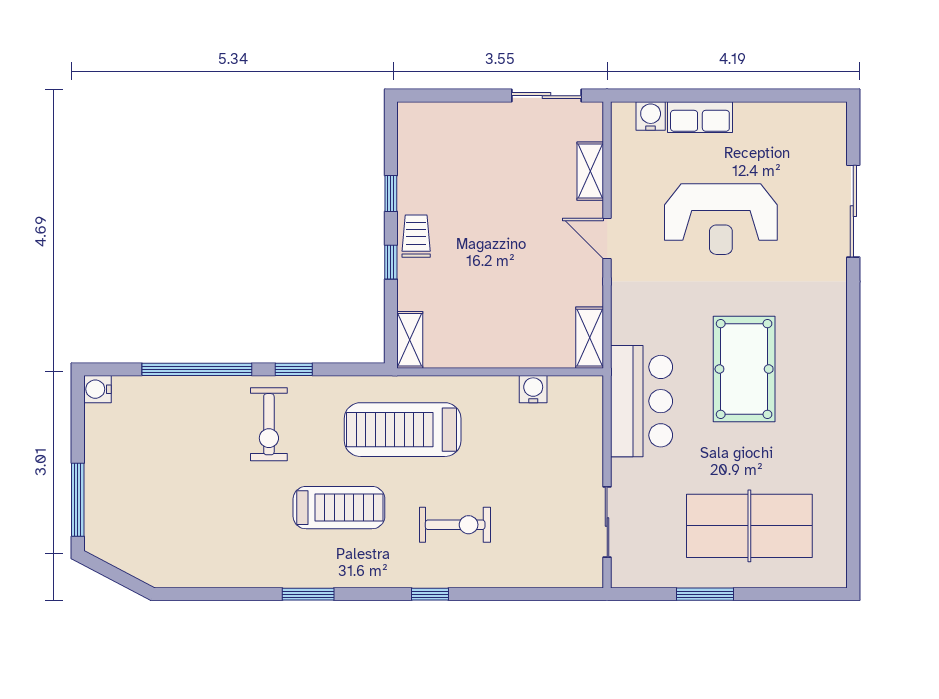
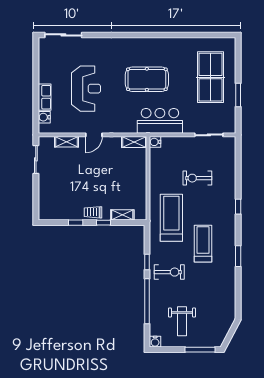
sliding door: (853, 211) -> (63, 35), moved
shelving: (410, 340) -> (122, 215), moved
water cooler: (533, 389) -> (155, 142), moved
treadmill: (403, 430) -> (171, 218), turned 180
weight bench: (147, 456) -> (182, 321), added
exercise bike: (455, 525) -> (197, 178), moved, turned -90

